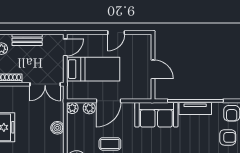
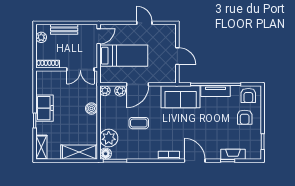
door: (116, 33) -> (144, 23), swing flipped
armchair: (228, 137) -> (245, 117), turned 90

